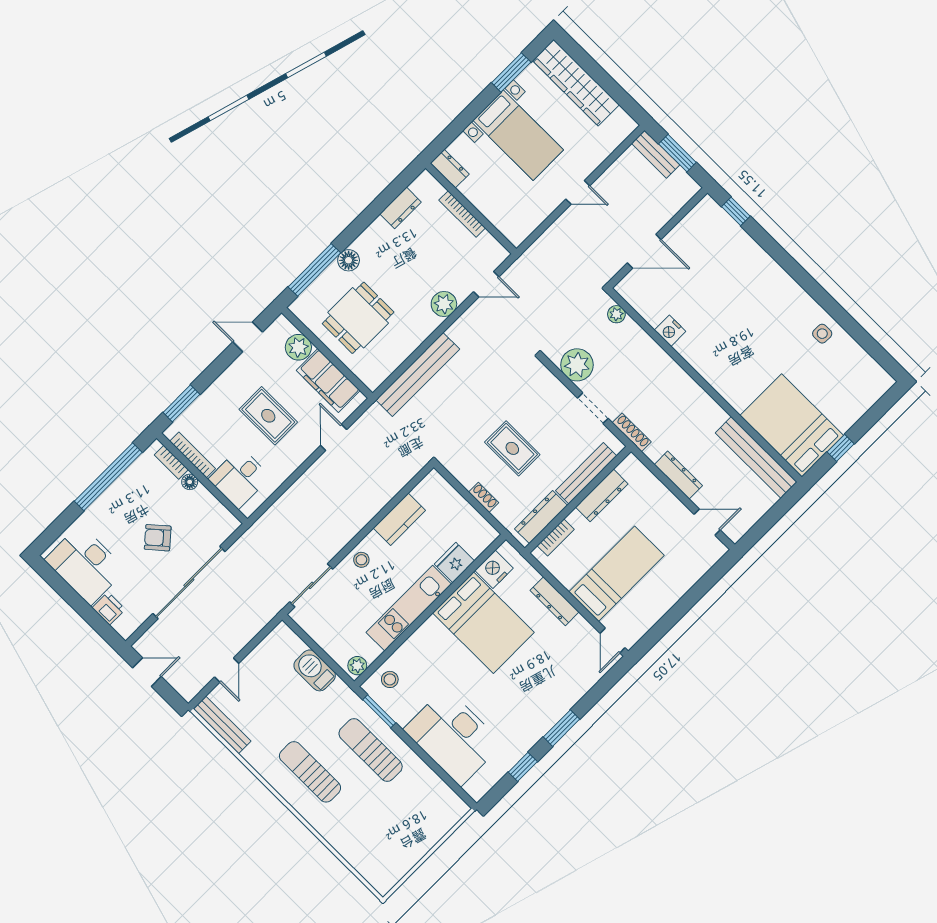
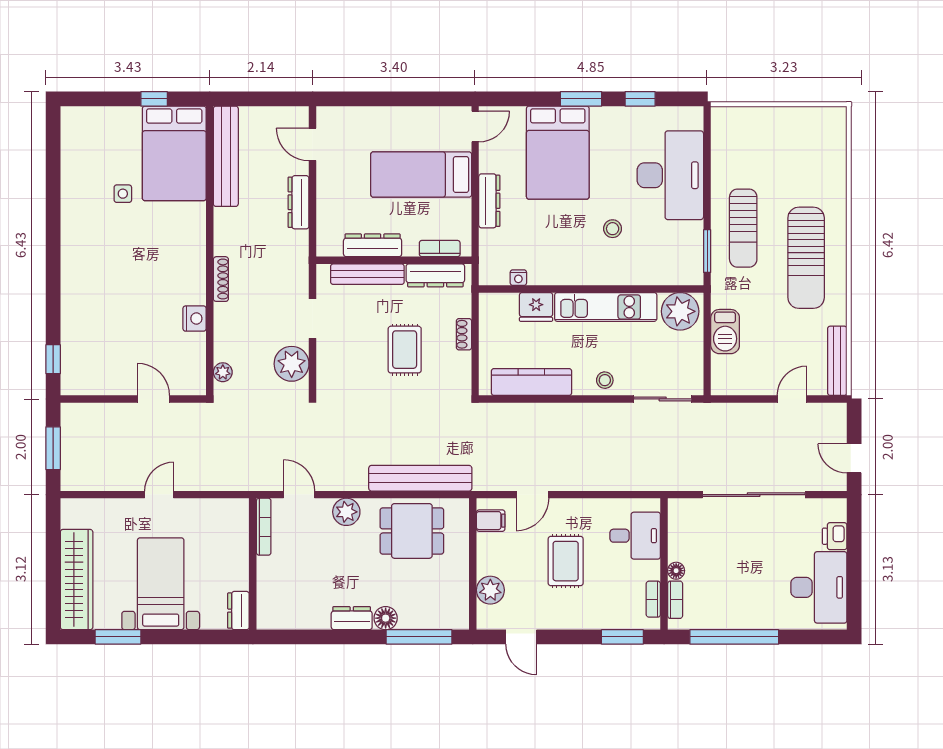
bench: (656, 154) -> (71, 464), removed
door: (578, 192) -> (159, 495), hinge flipped
dresser: (401, 208) -> (352, 618), moved
bookcase: (462, 214) -> (264, 527), moved
door: (644, 251) -> (153, 399), width x0.73
dining table: (358, 318) -> (412, 531), moved
side table: (822, 334) -> (123, 194), moved
filing cabinet: (328, 381) -> (491, 521), width x0.33, depth x0.86
shoe rack: (632, 432) -> (221, 279), moved, turned 180
bookcase: (193, 455) -> (653, 599), width x0.64
kitchen counter: (399, 519) -> (531, 382), width x1.50
armchair: (158, 538) -> (743, 553), removed
nightstand: (494, 569) -> (518, 278), width x0.53, depth x0.56
bed: (483, 623) -> (558, 153), moved, turned 180
plant: (357, 666) -> (680, 311), width x1.88, depth x1.88
stool: (390, 679) -> (613, 229), moved
sun lounger: (310, 772) -> (806, 258), width x1.36, depth x1.34

